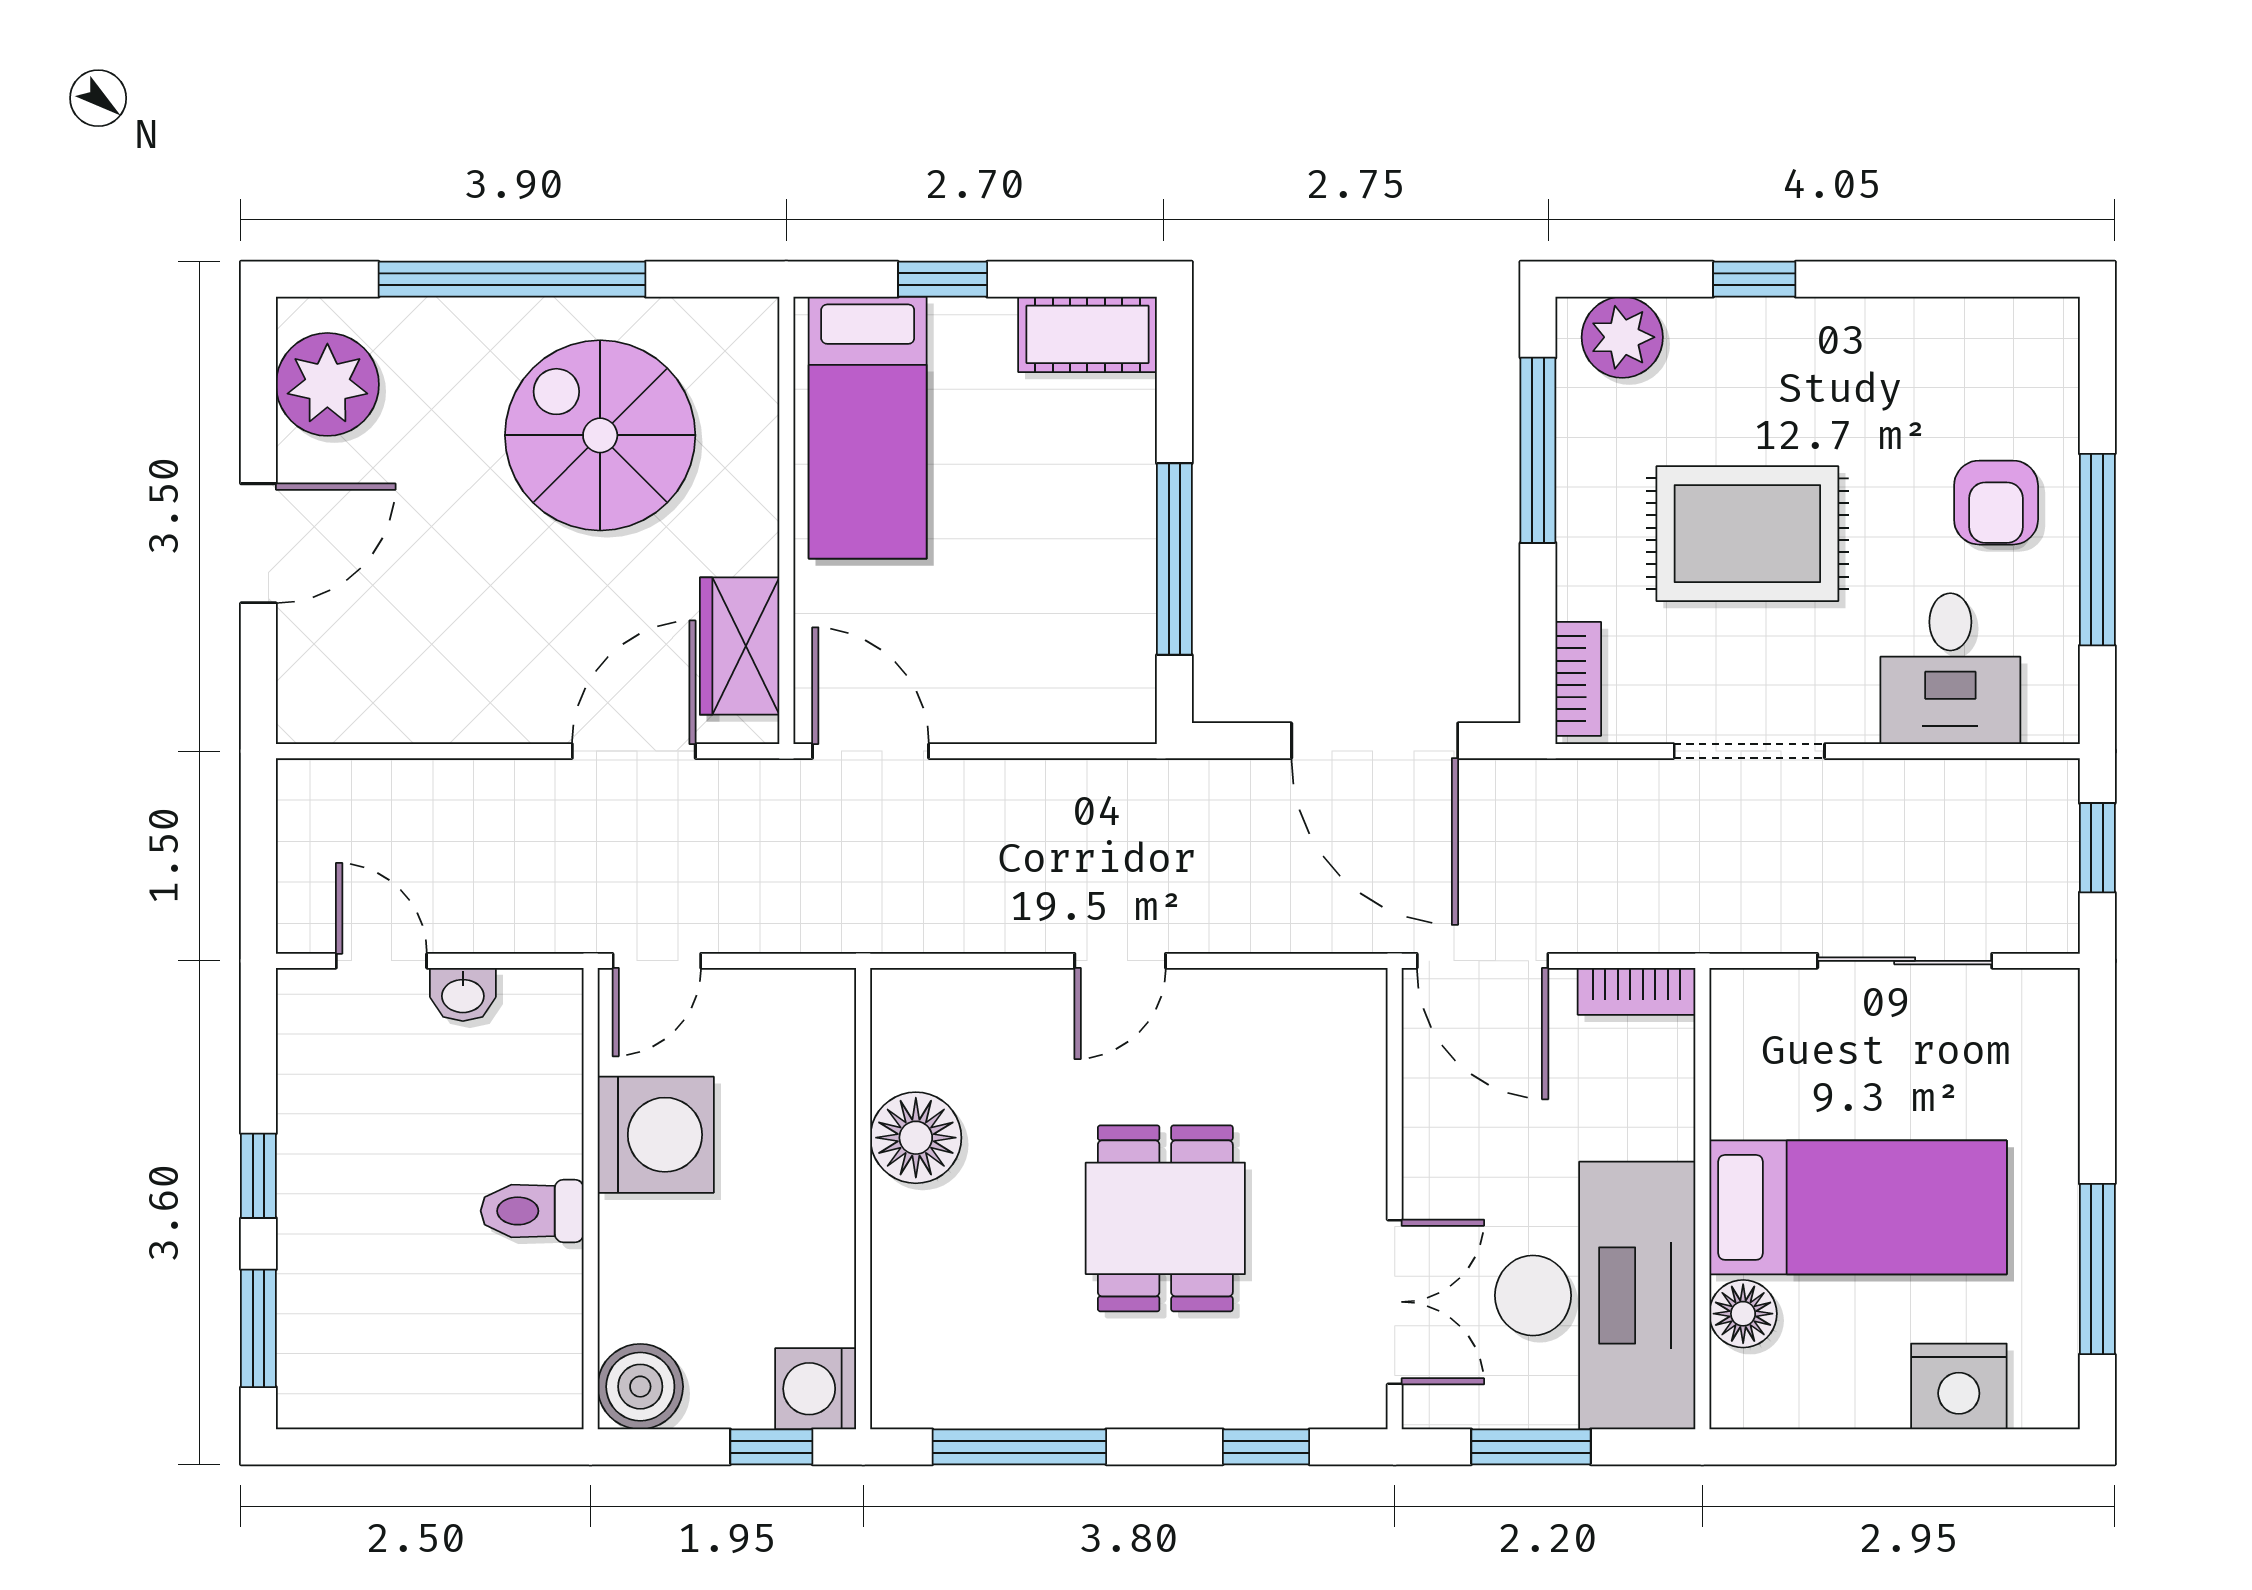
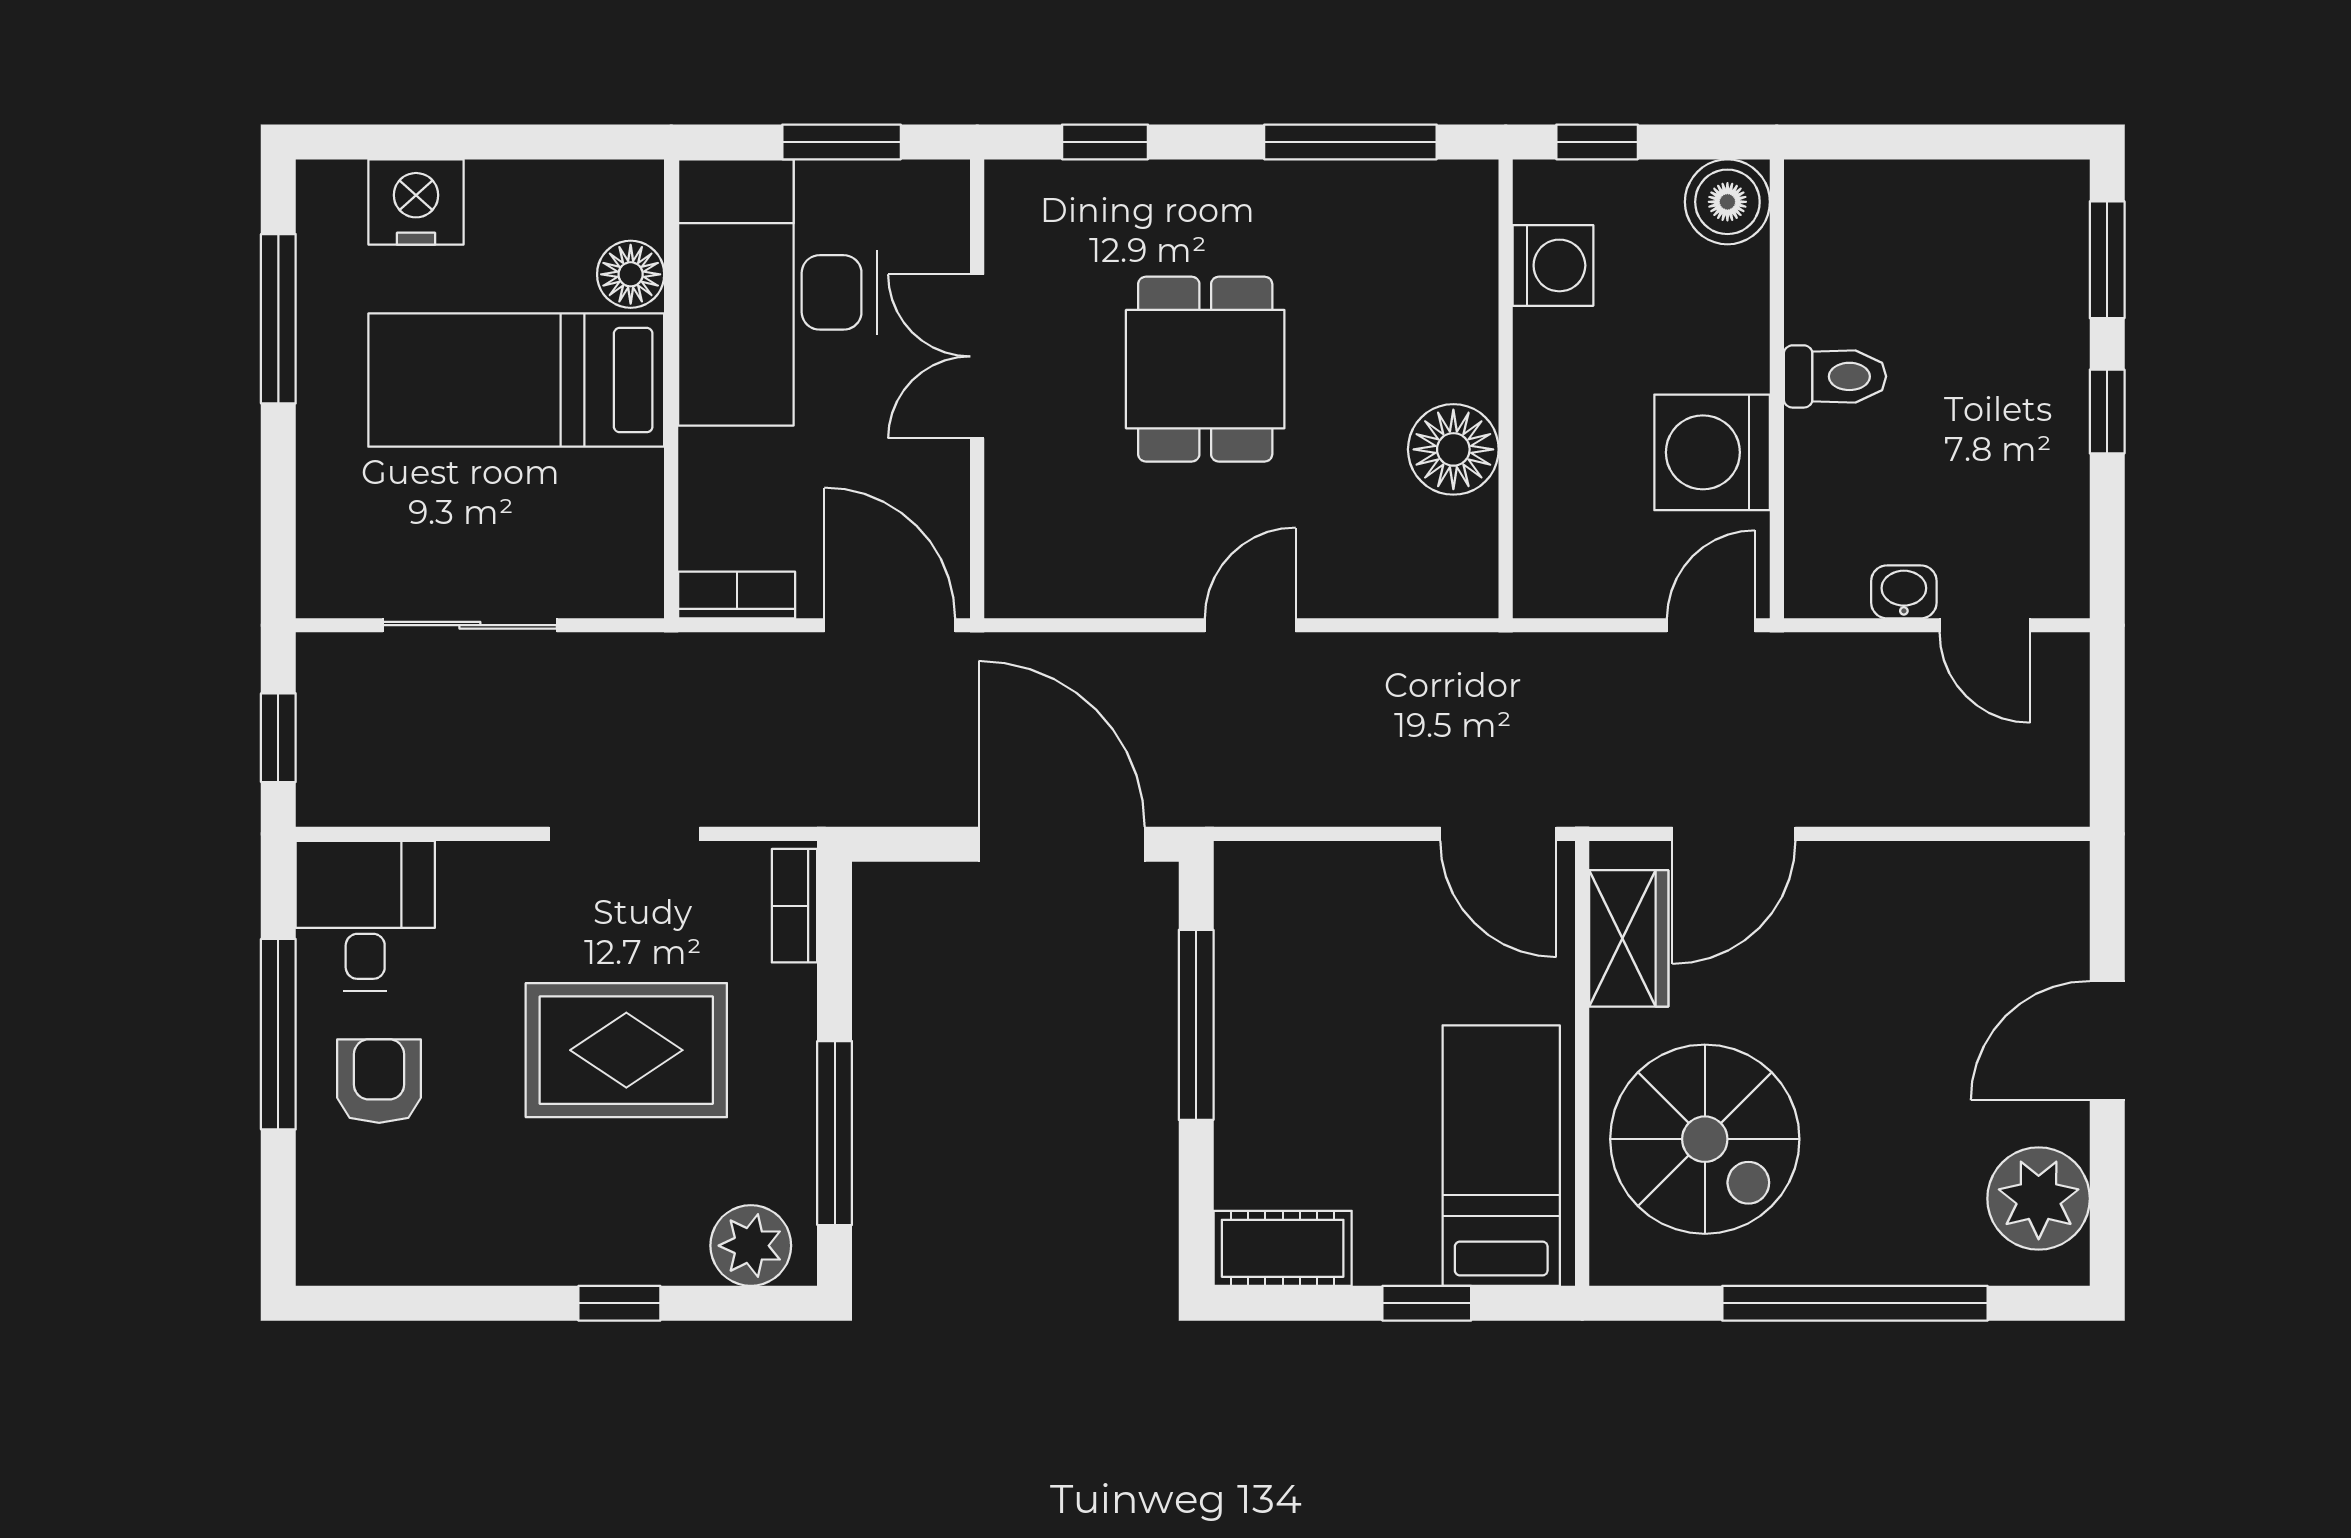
spiral stairs: (600, 435) -> (1705, 1139), moved
desk: (1950, 669) -> (365, 916), moved
door: (1375, 741) -> (1062, 844), moved
double door: (1395, 1302) -> (977, 356), moved
washing machine: (816, 1389) -> (1553, 265), moved

